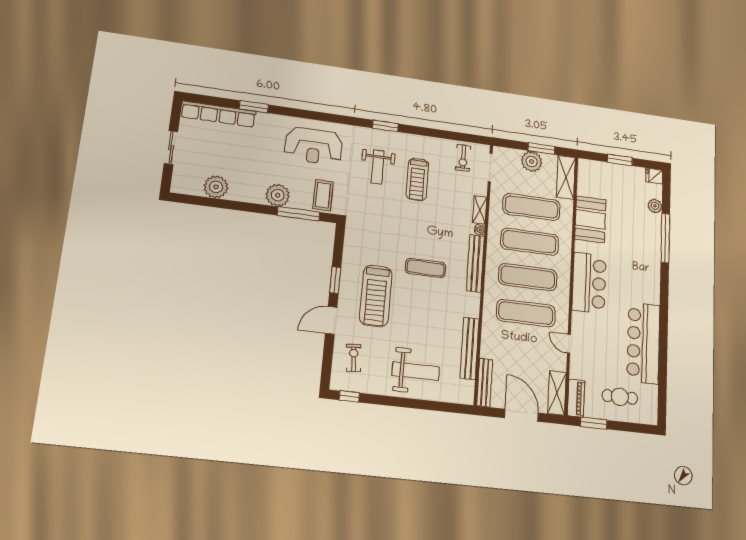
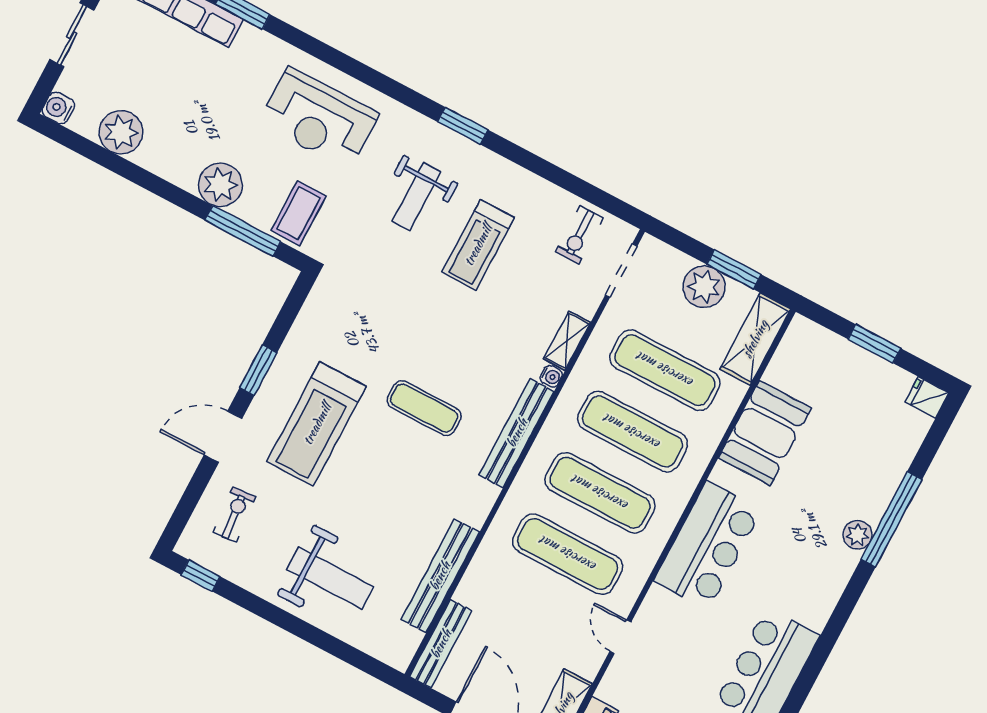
water cooler: (178, 186) -> (58, 108), added
plant: (655, 206) -> (857, 535), moved

